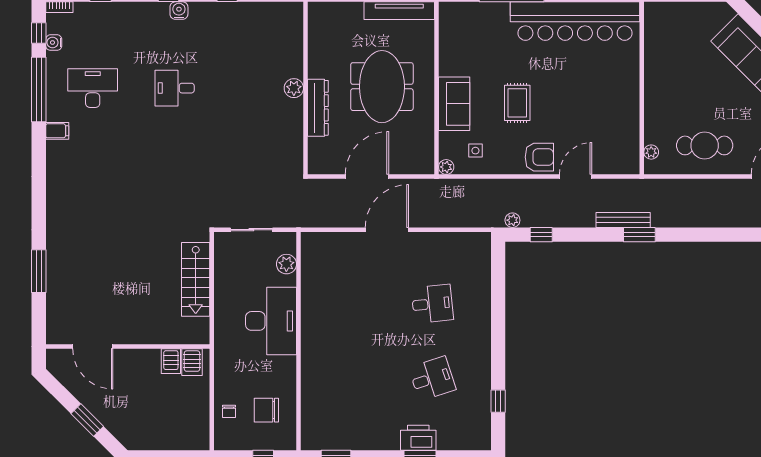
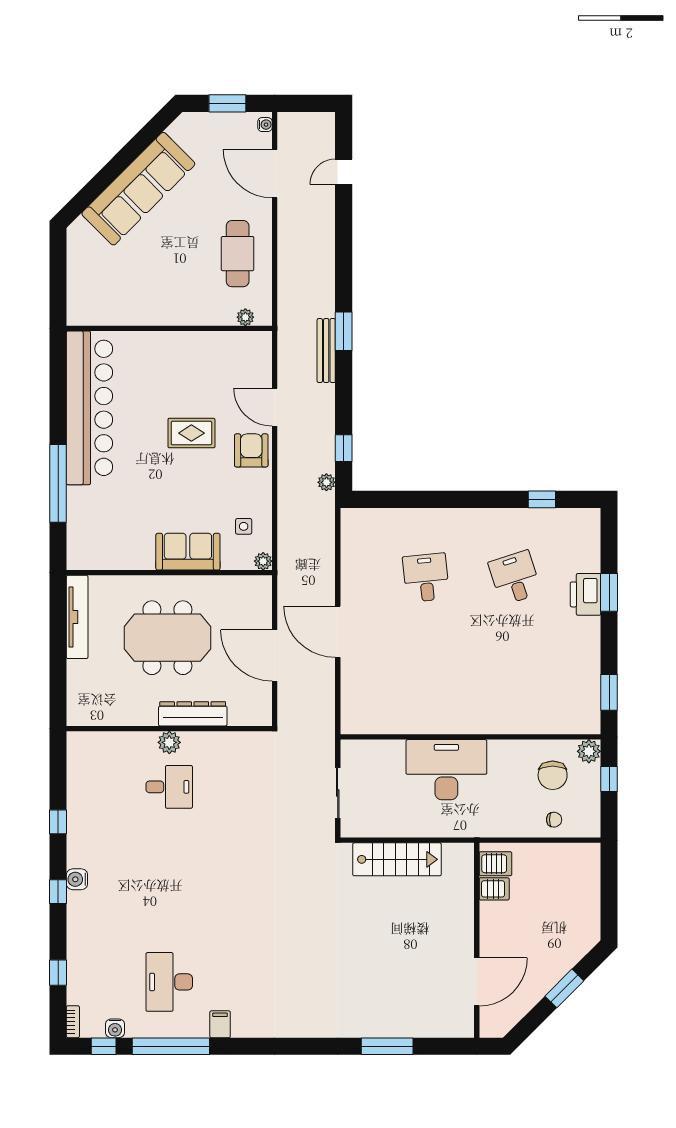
desk: (175, 88) -> (169, 787), moved, turned -90
rug: (517, 103) -> (191, 433), moved
plant: (286, 264) -> (589, 751), moved

